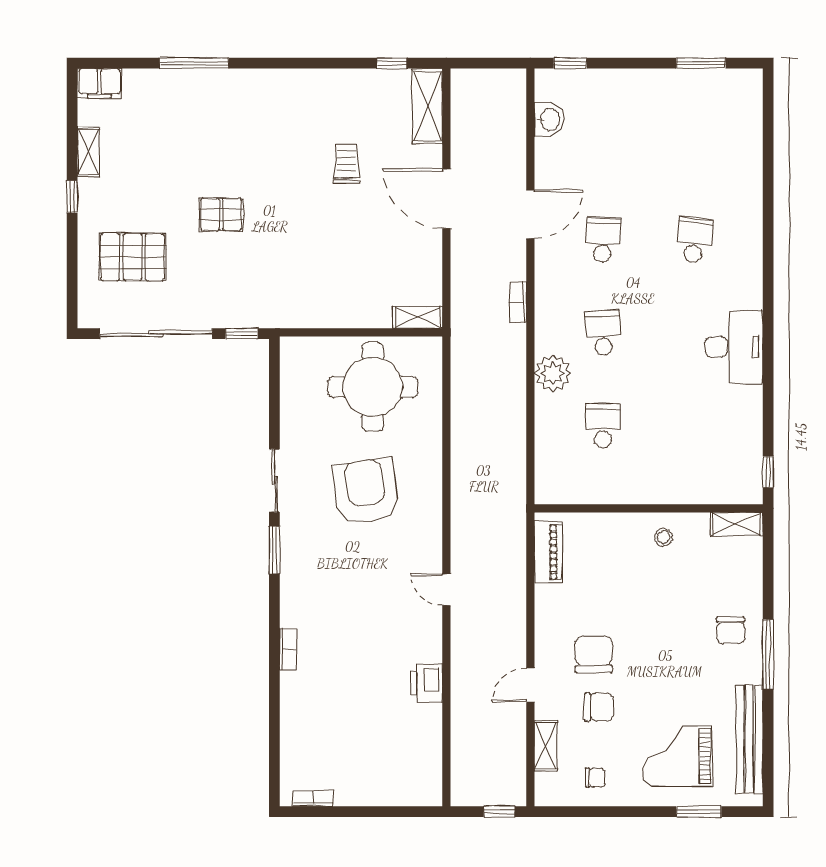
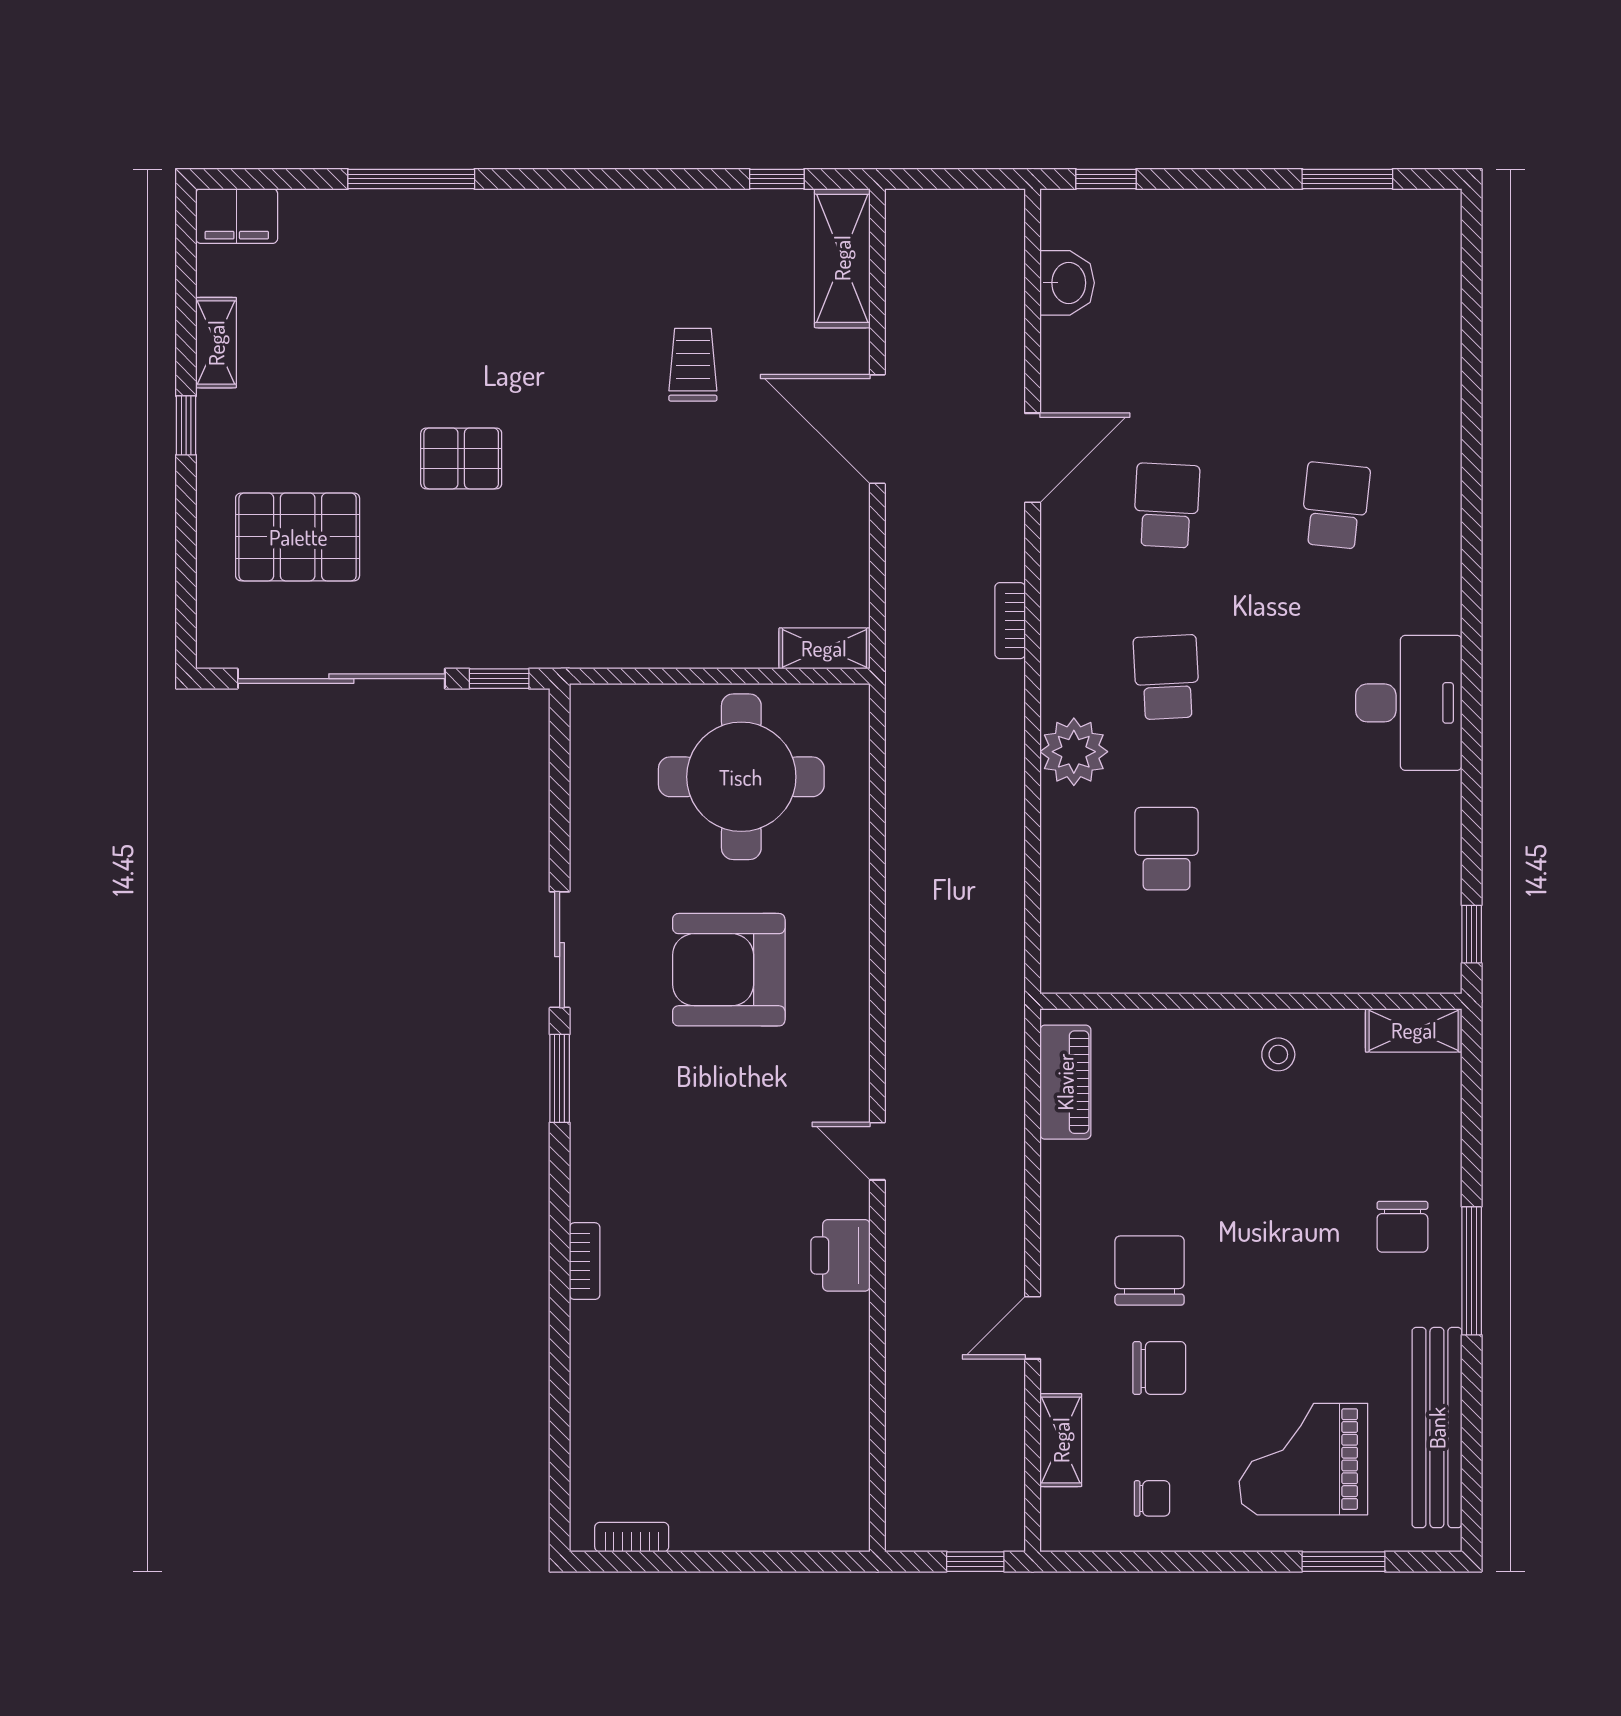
armchair: (366, 491) -> (729, 970), turned -82
printer: (426, 683) -> (840, 1255), moved

